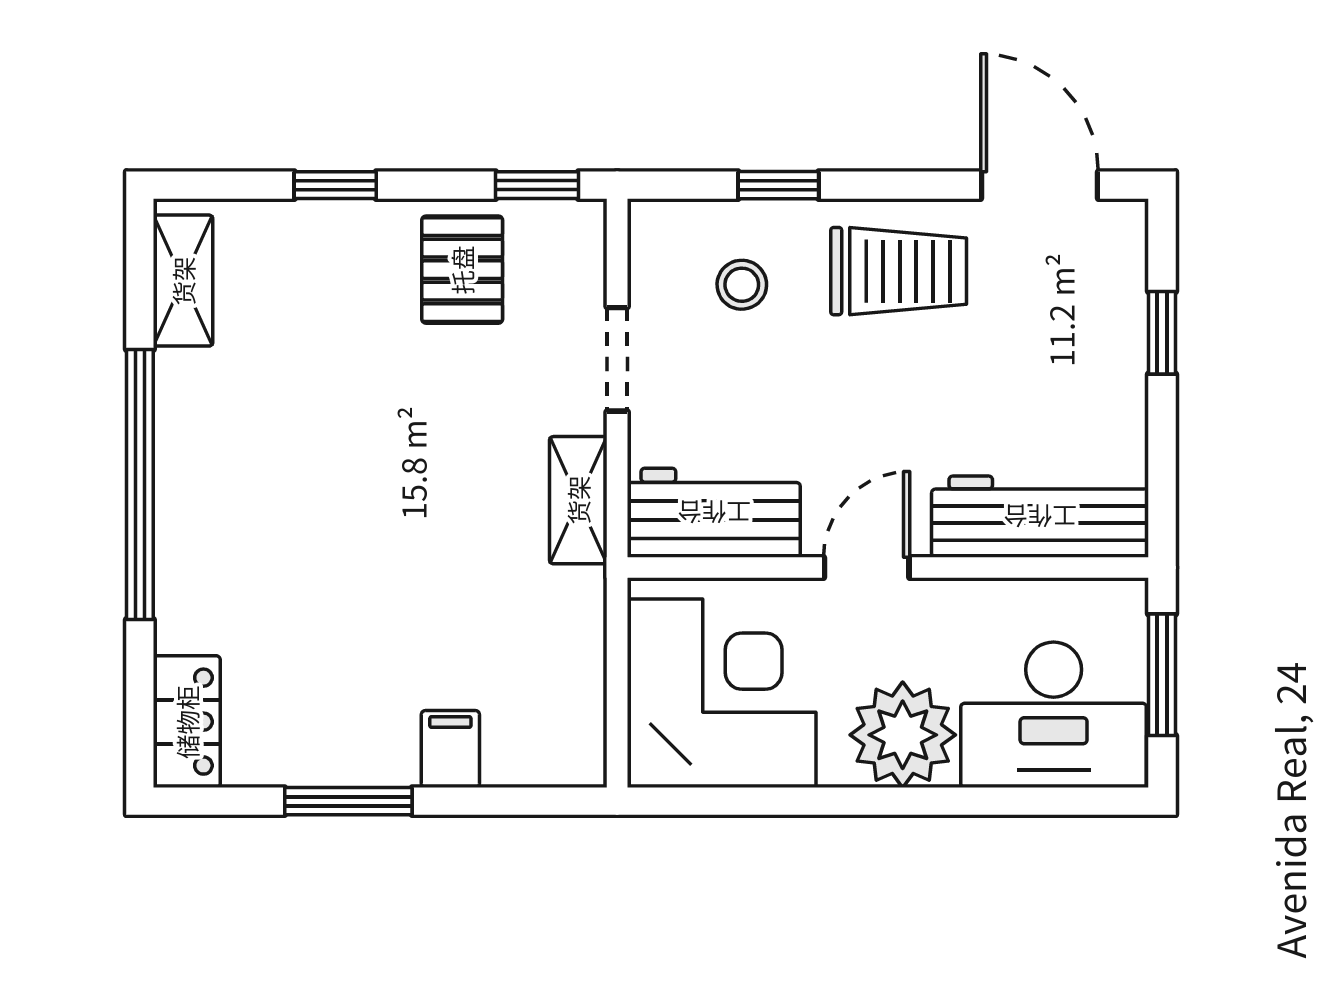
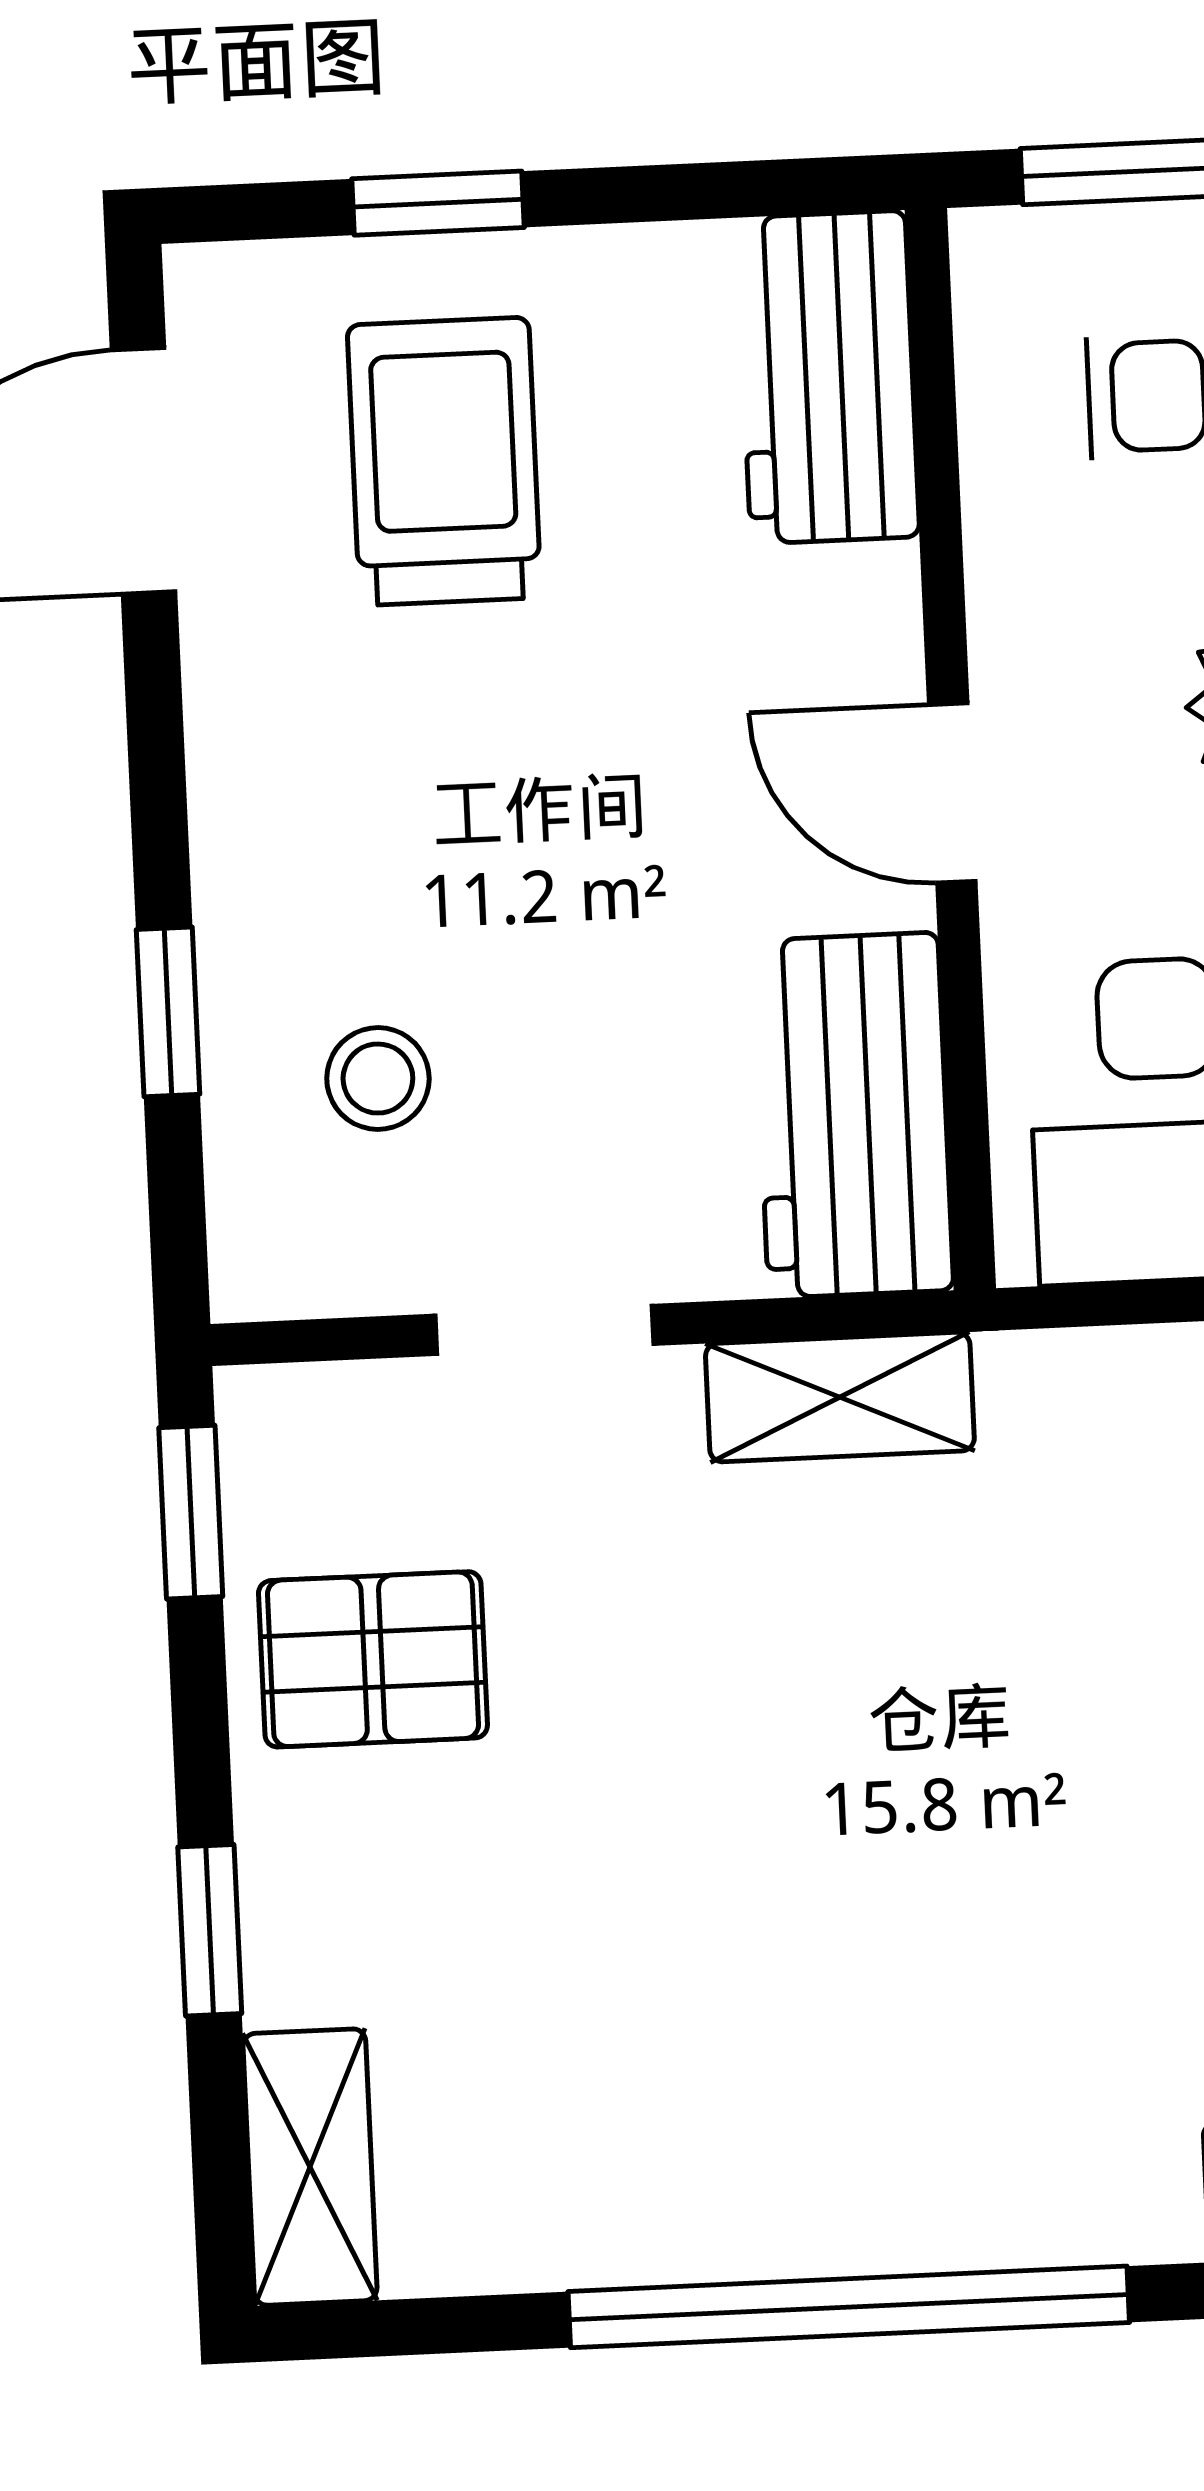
trolley: (899, 271) -> (444, 461), moved
shelving: (183, 281) -> (310, 2167), moved, turned 90
workbench: (1040, 517) -> (828, 377), width x0.73

